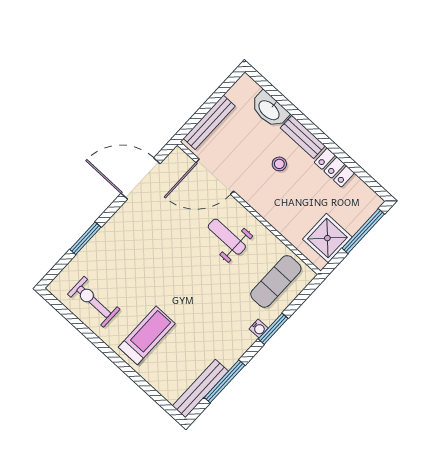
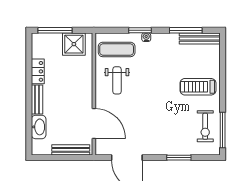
stool: (279, 164) -> (60, 99), removed
weight bench: (227, 237) -> (117, 80), moved
window: (71, 318) -> (223, 130), added

